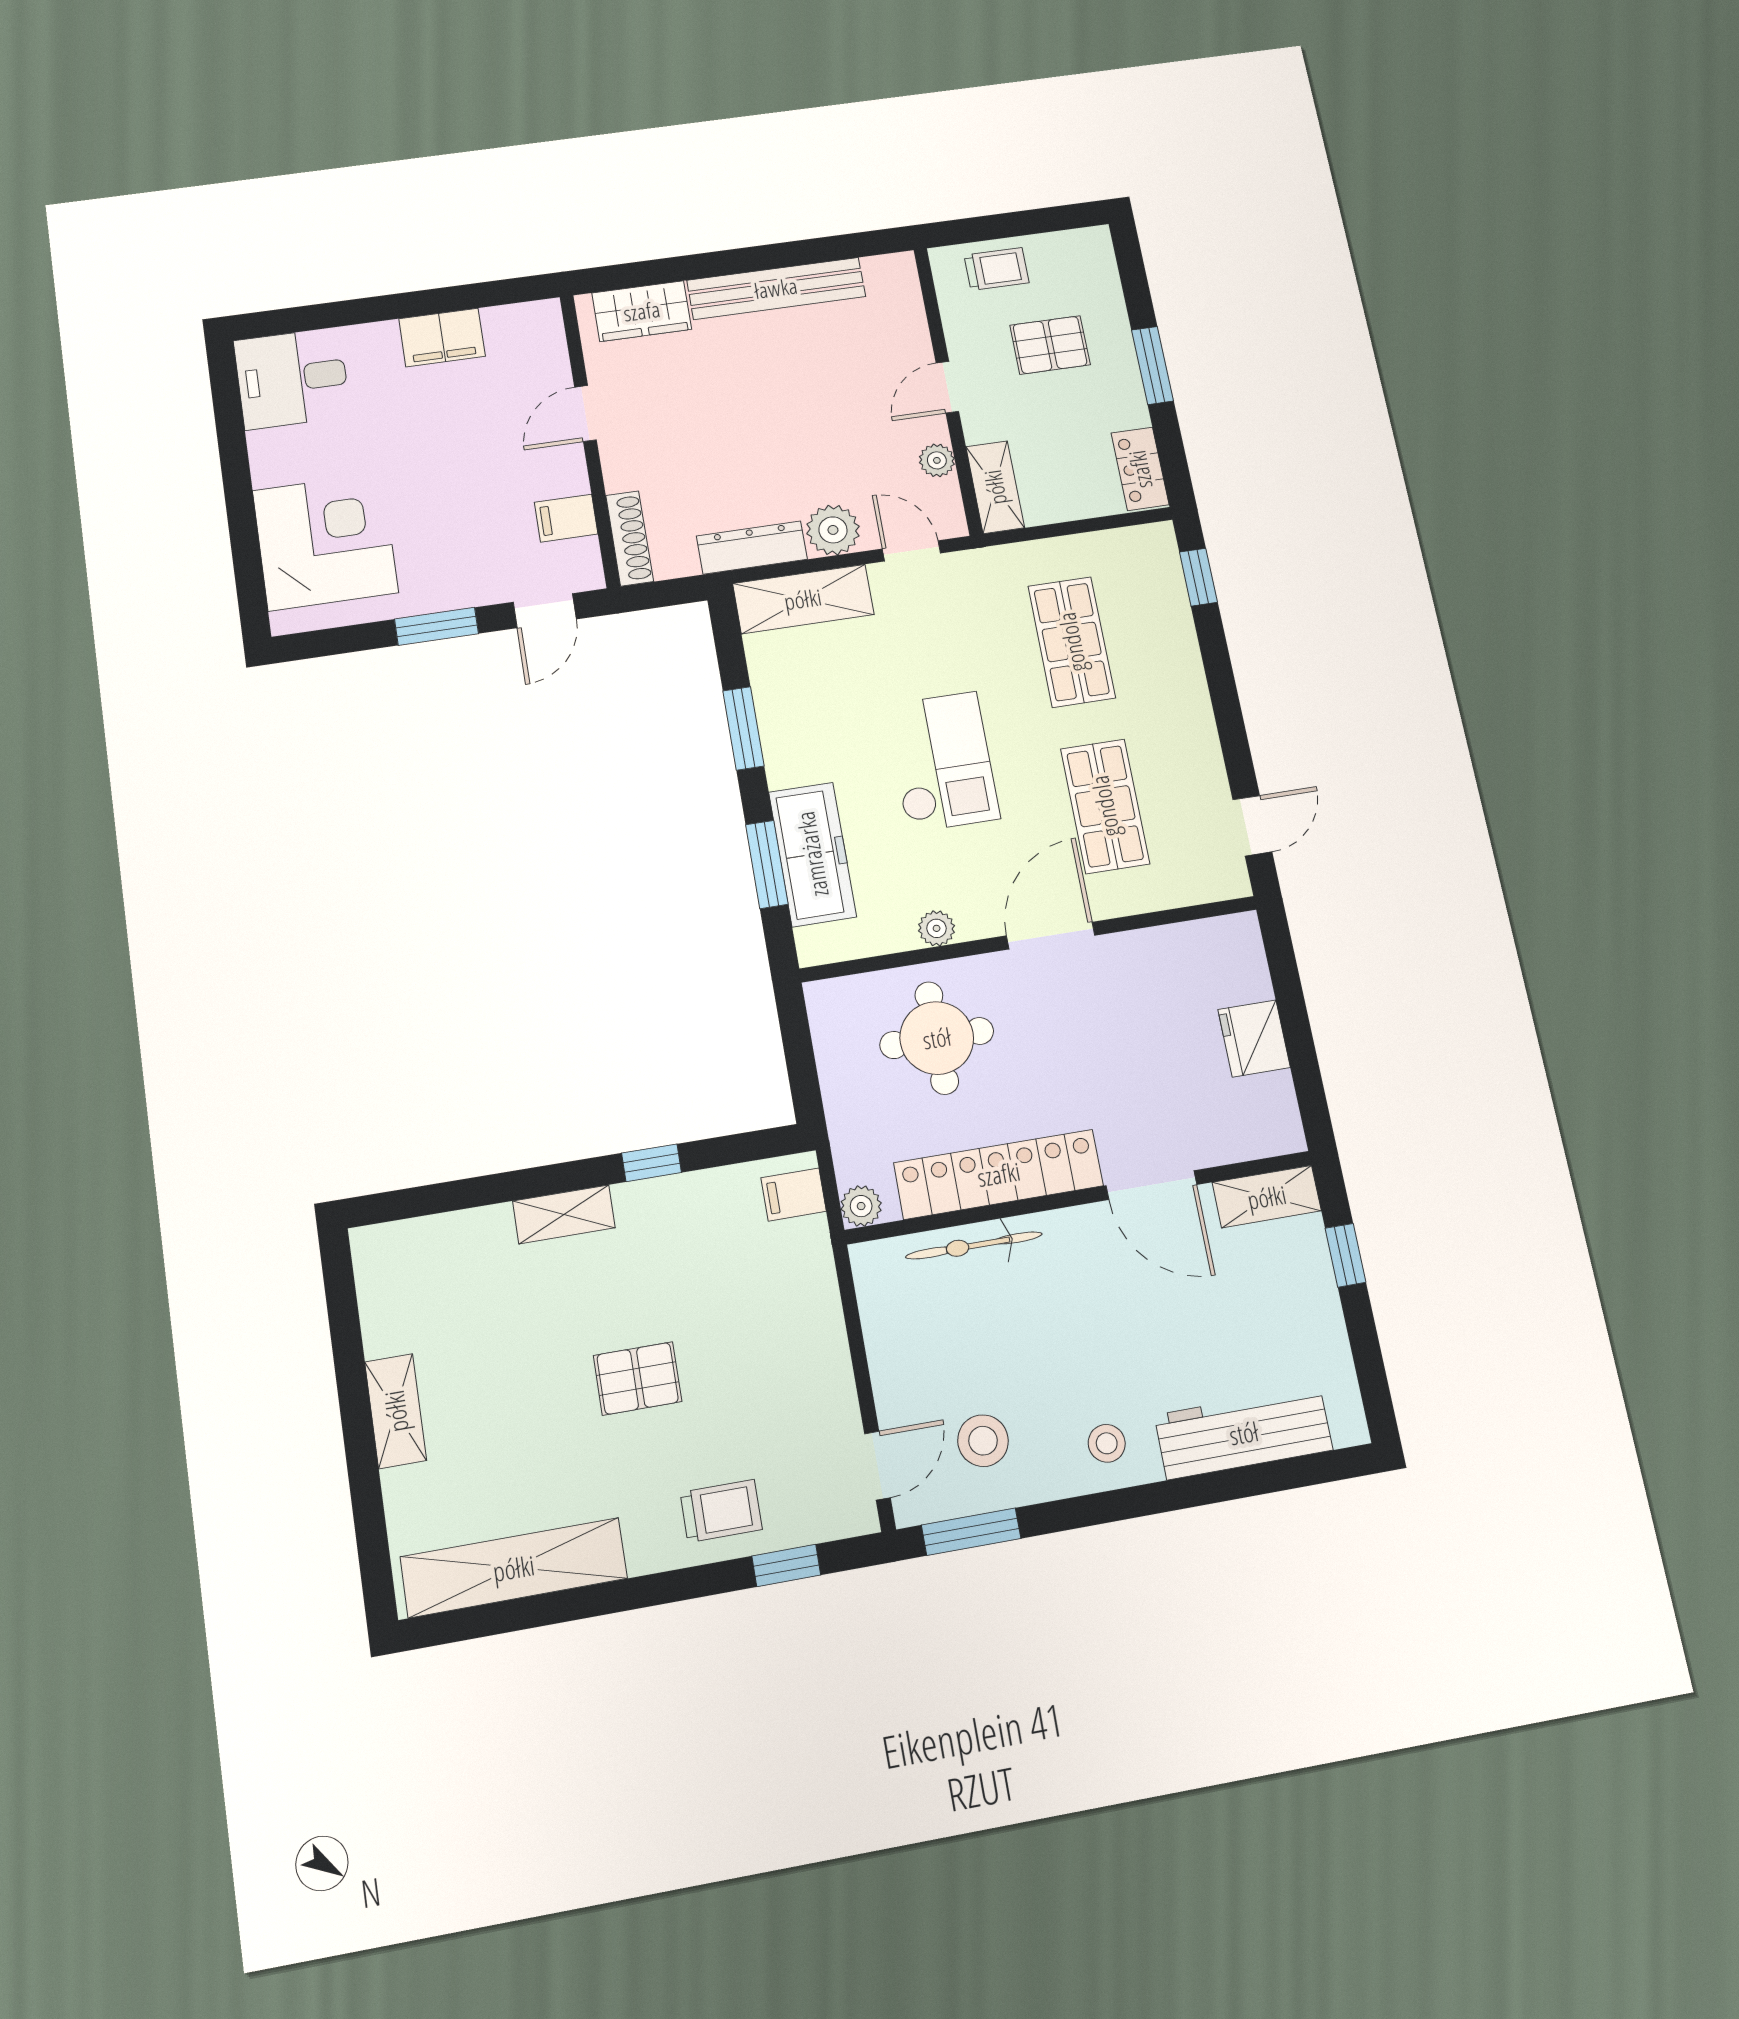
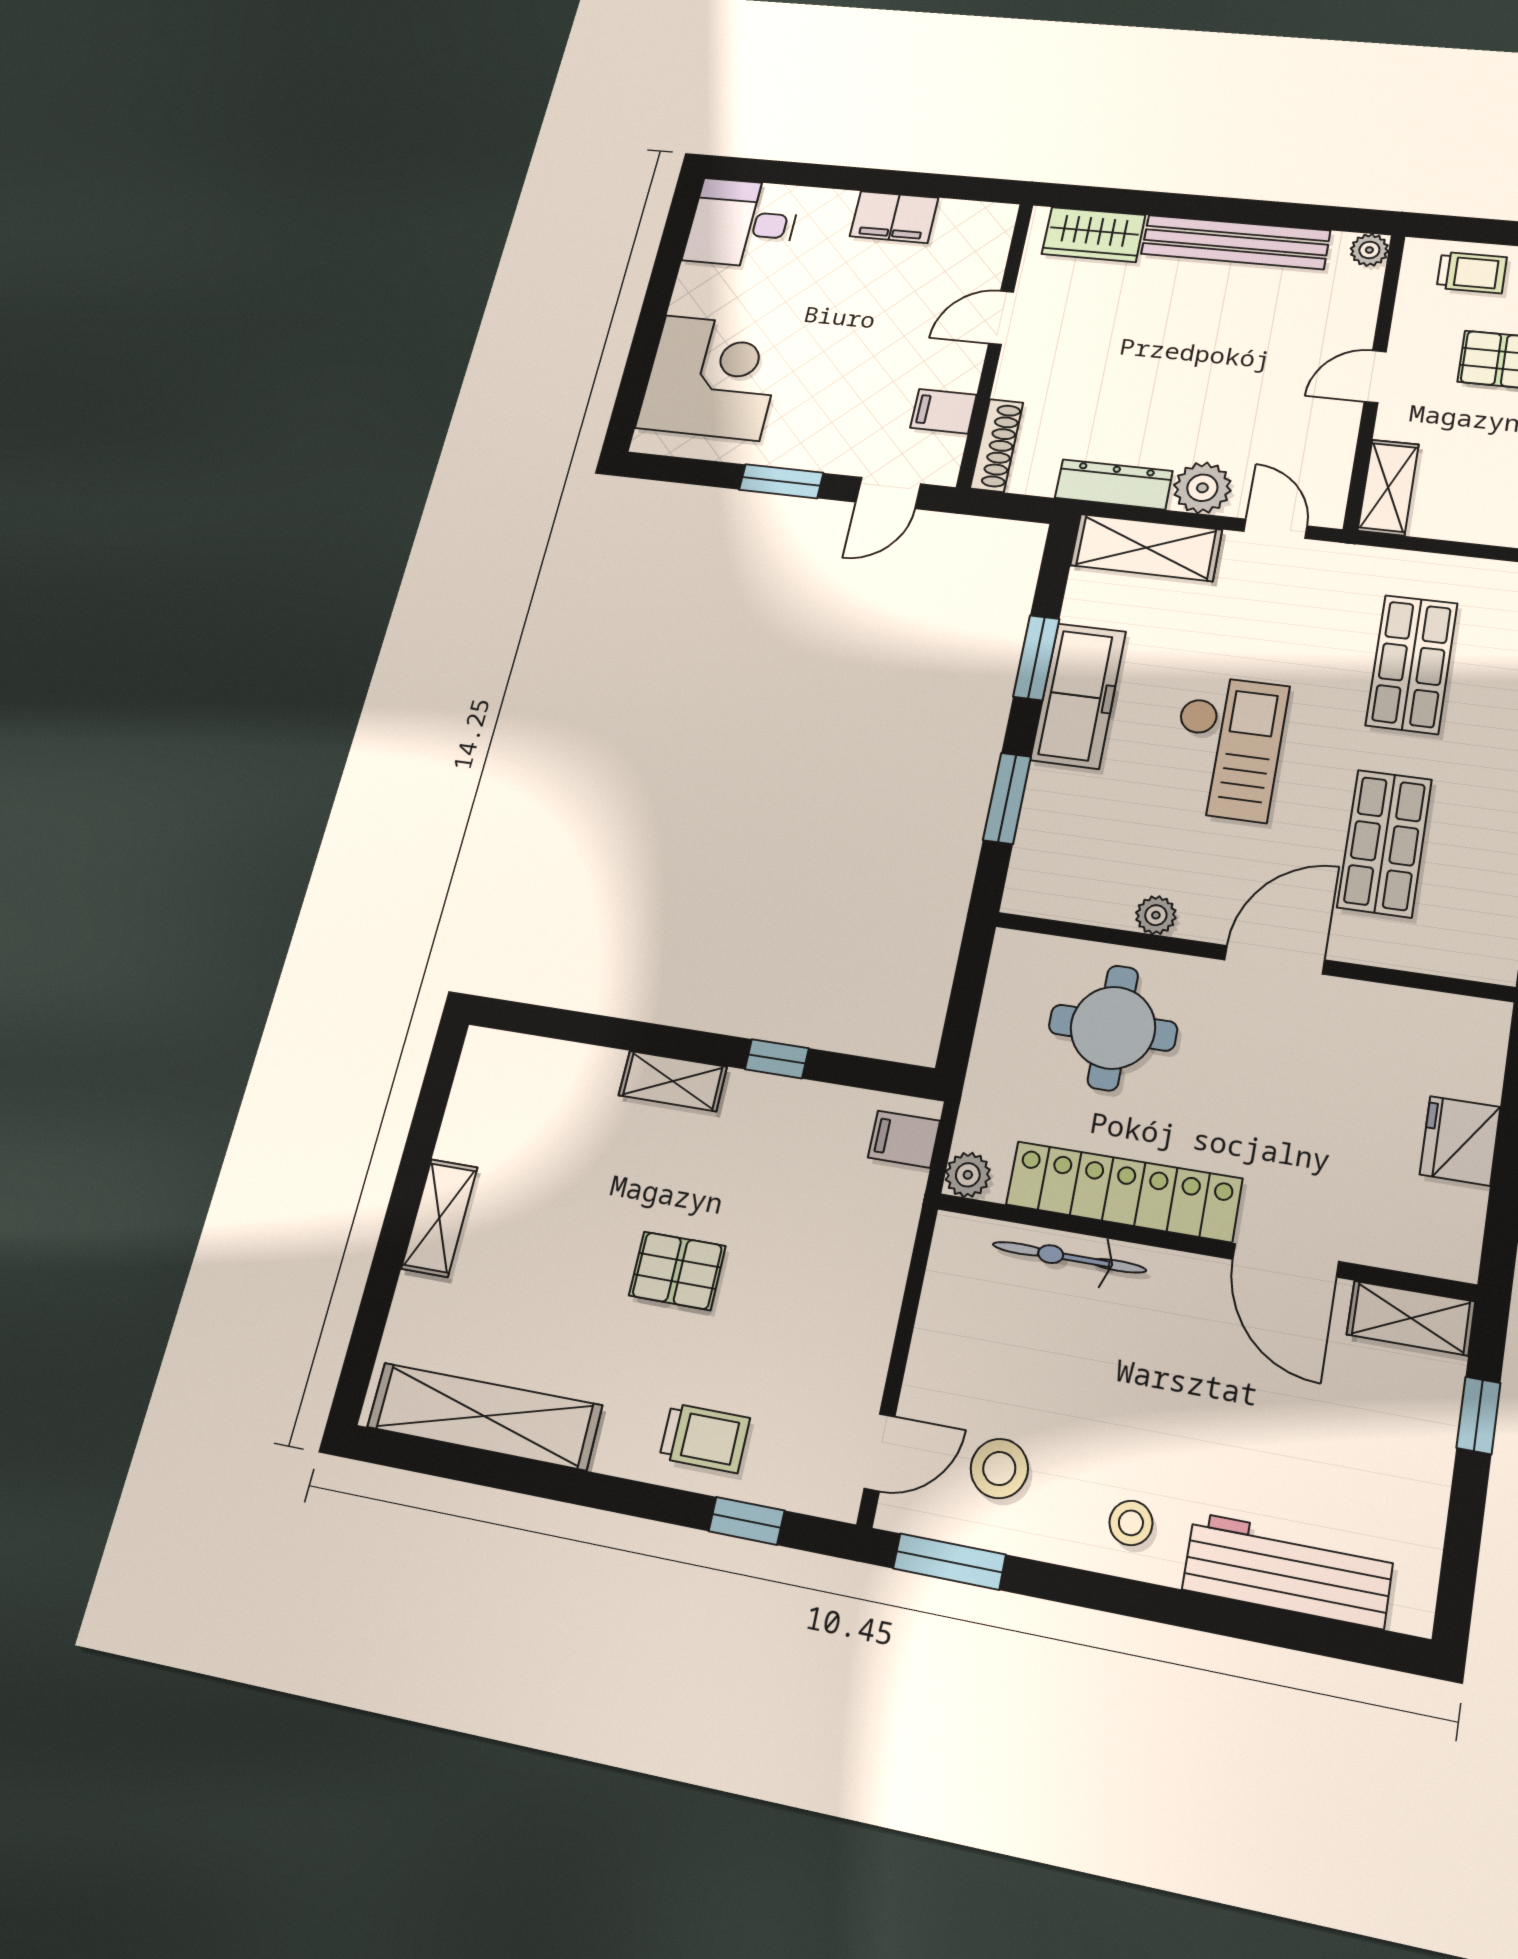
plant: (937, 460) -> (1369, 250), moved
freezer: (812, 854) -> (1078, 696), moved

